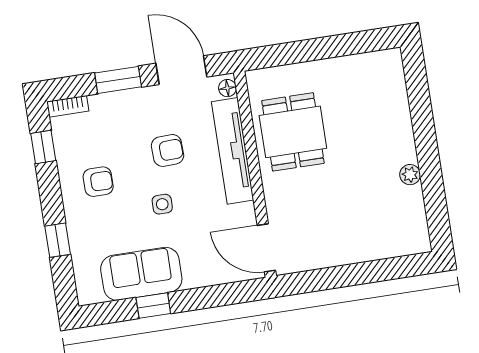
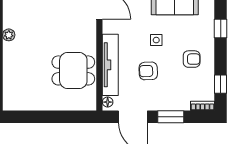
dining table: (293, 132) -> (73, 70), turned 90
armchair: (98, 182) -> (192, 59), turned 180

